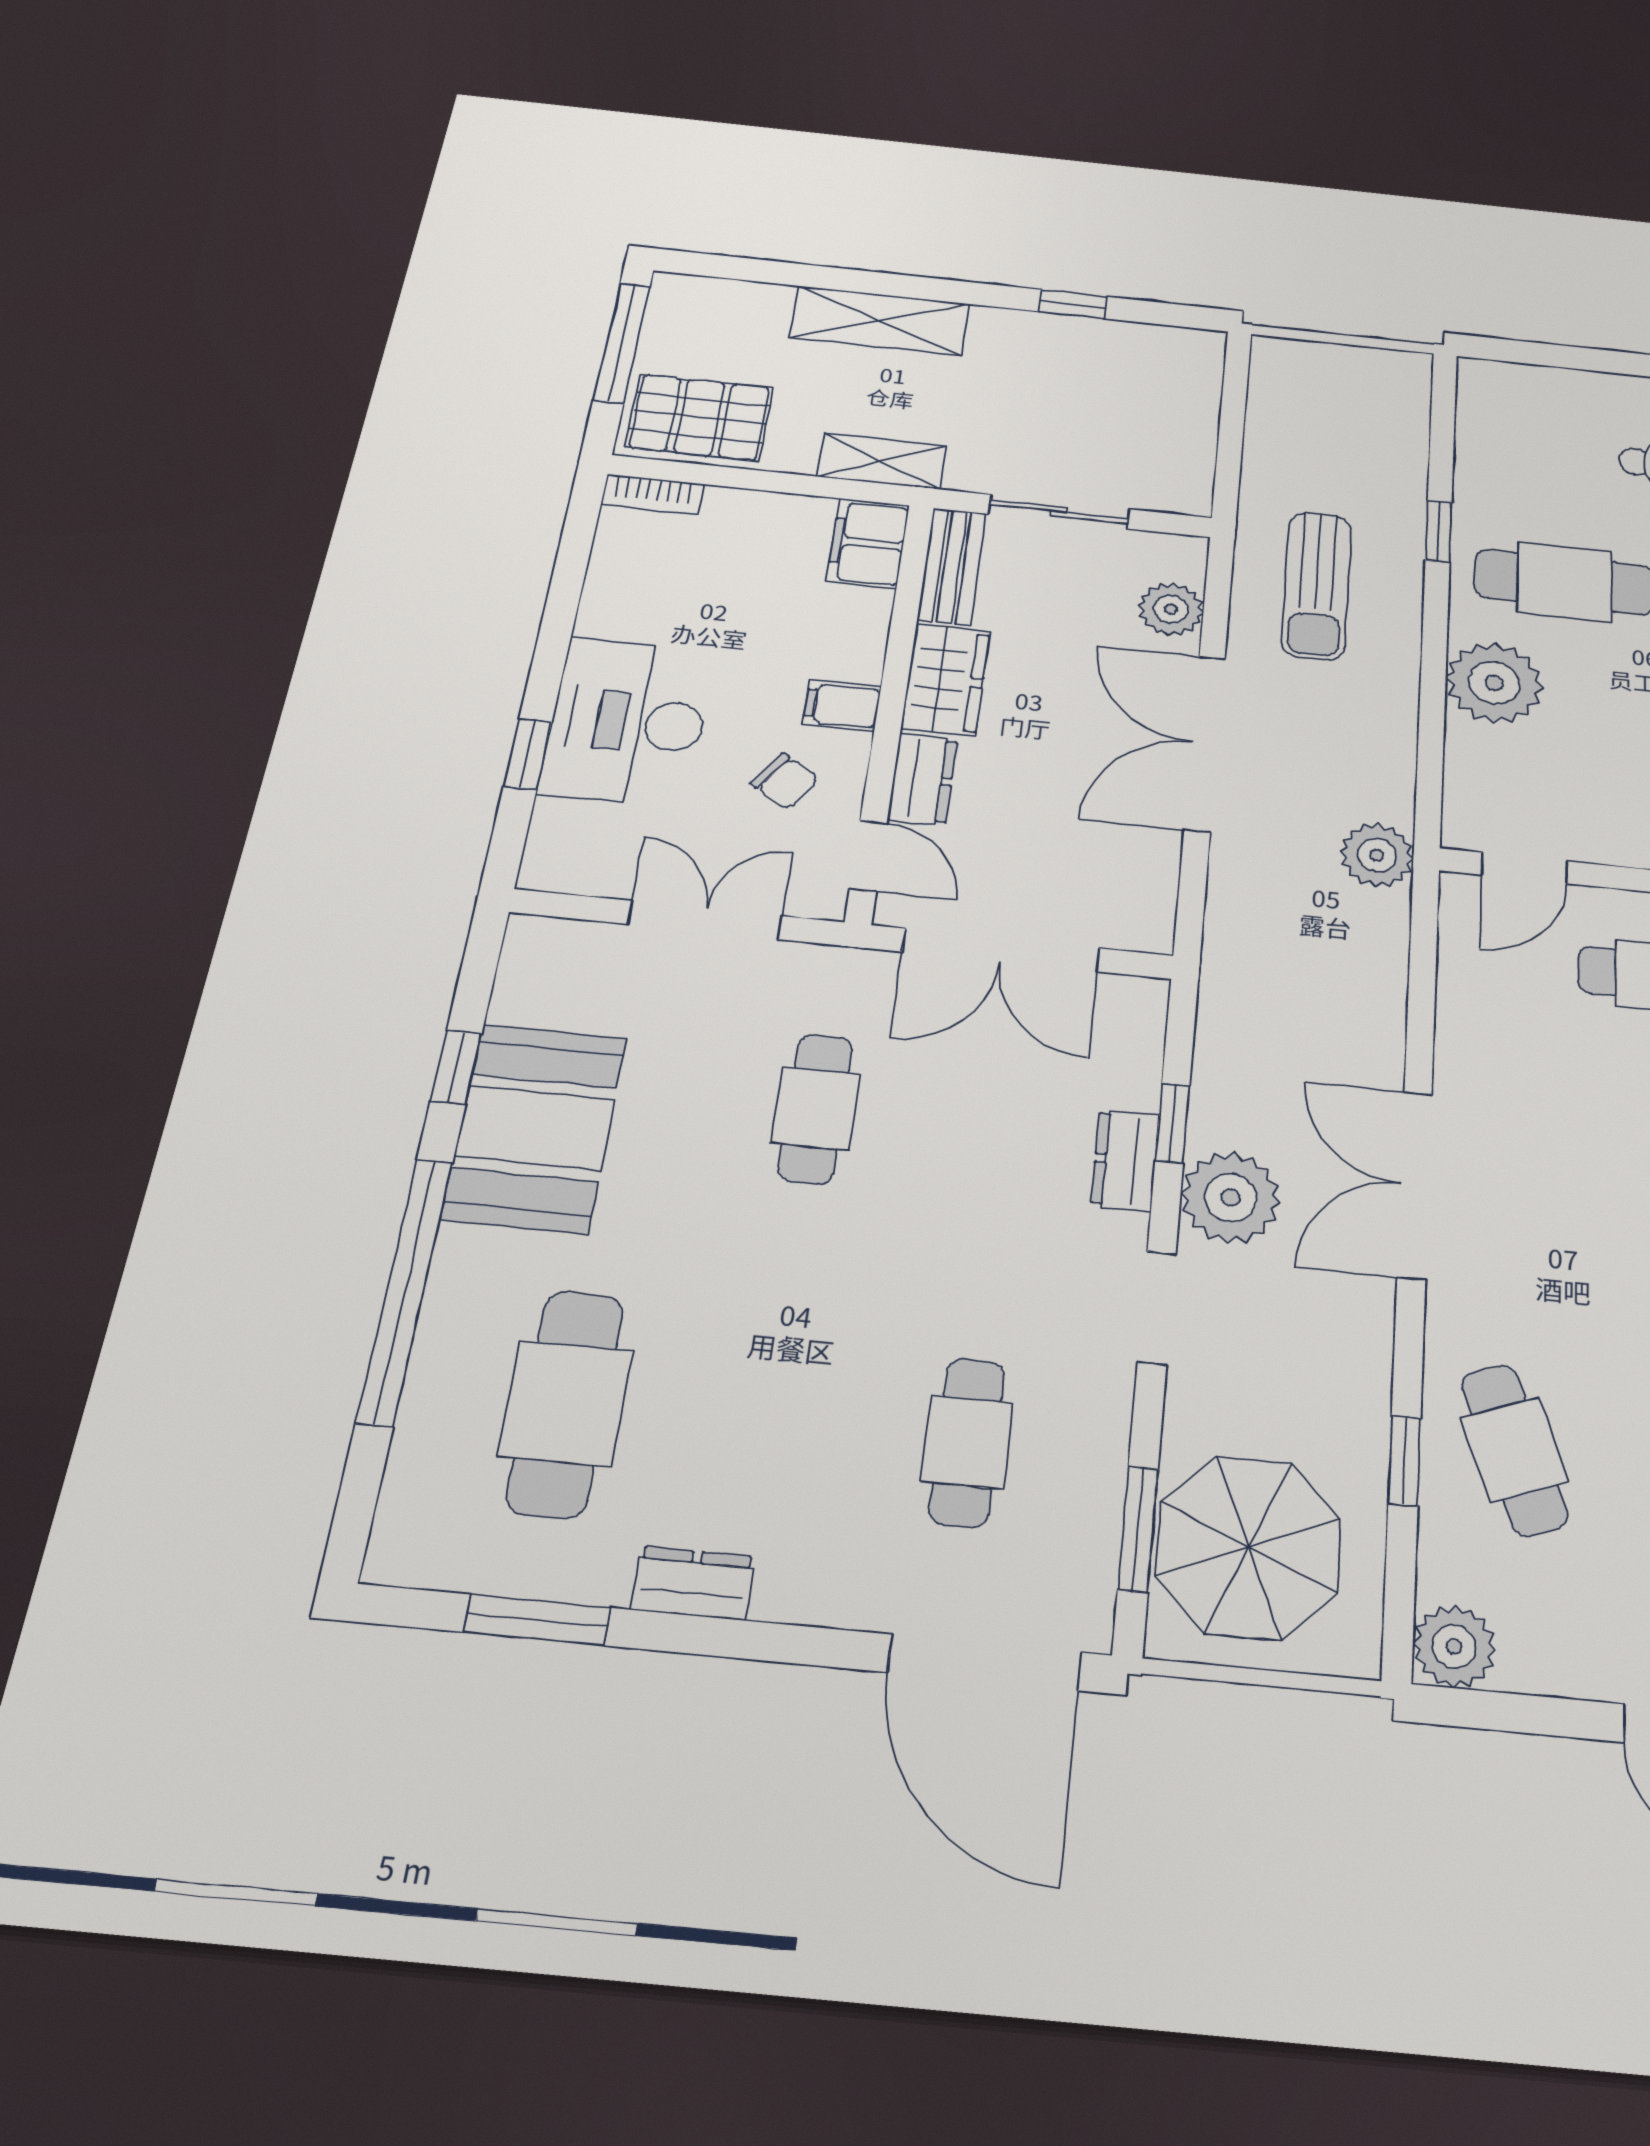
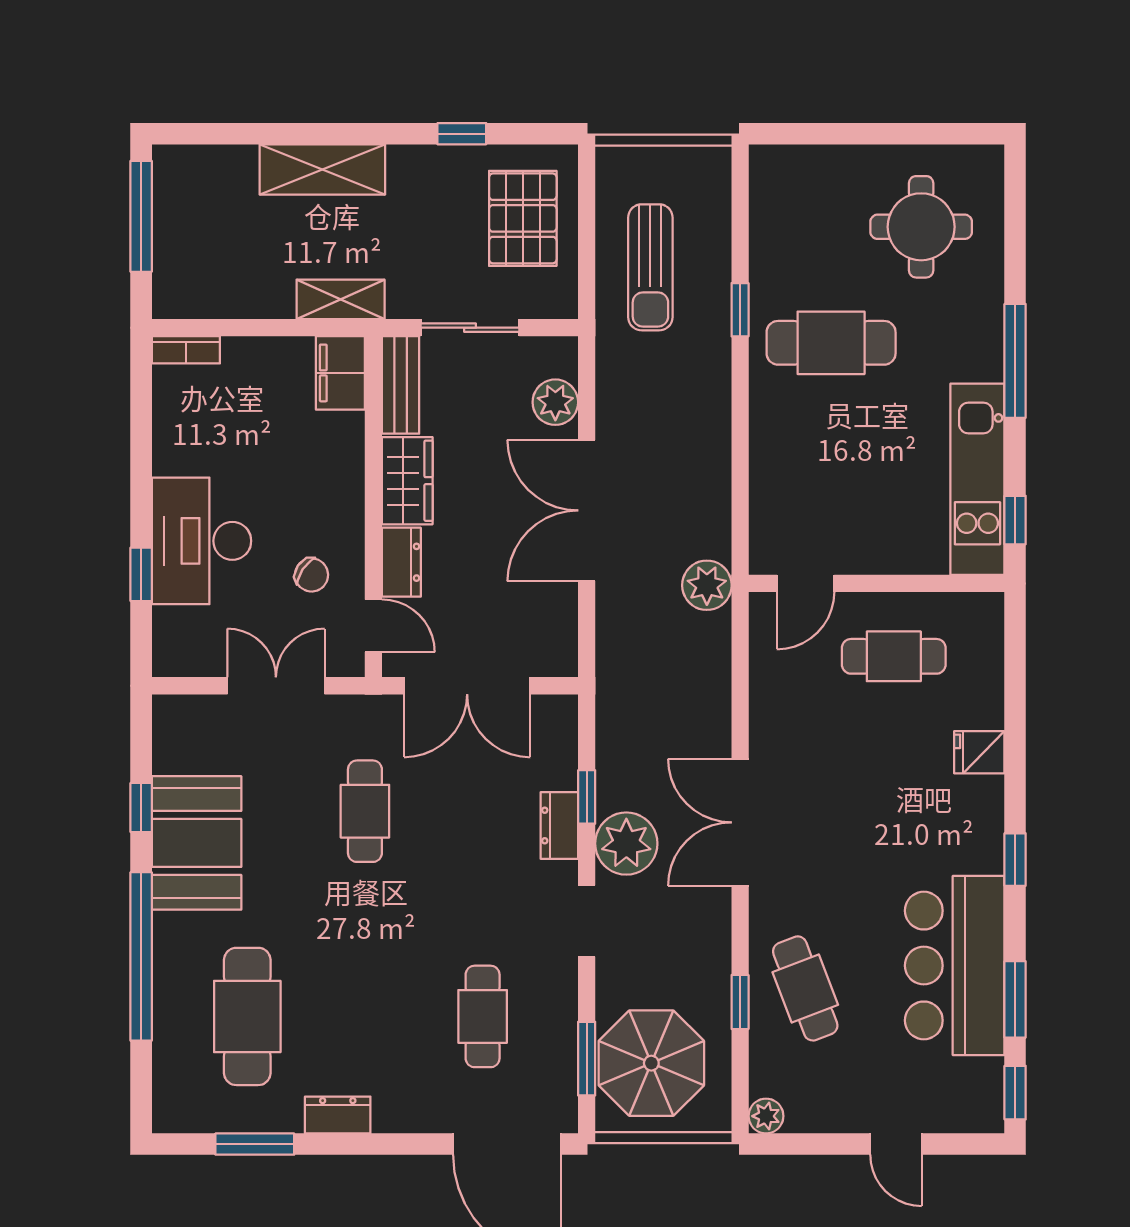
pallet: (699, 417) -> (523, 218), moved, turned 90
sun lounger: (1316, 585) -> (650, 267), moved
plant: (1494, 683) -> (783, 436), removed
filing cabinet: (842, 706) -> (341, 510), removed
plant: (1454, 1646) -> (766, 1116), width x0.73, depth x0.73

